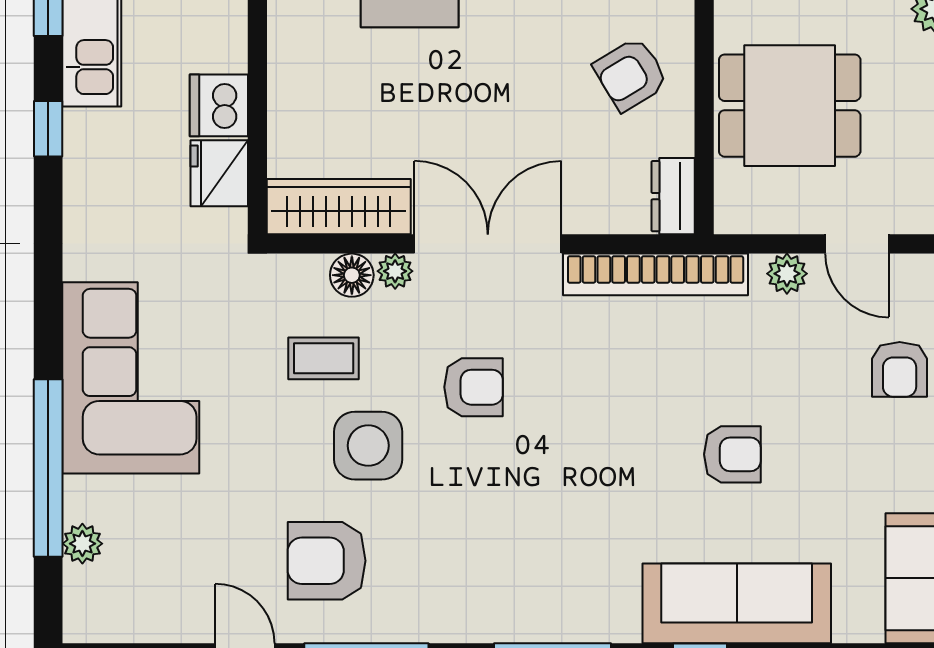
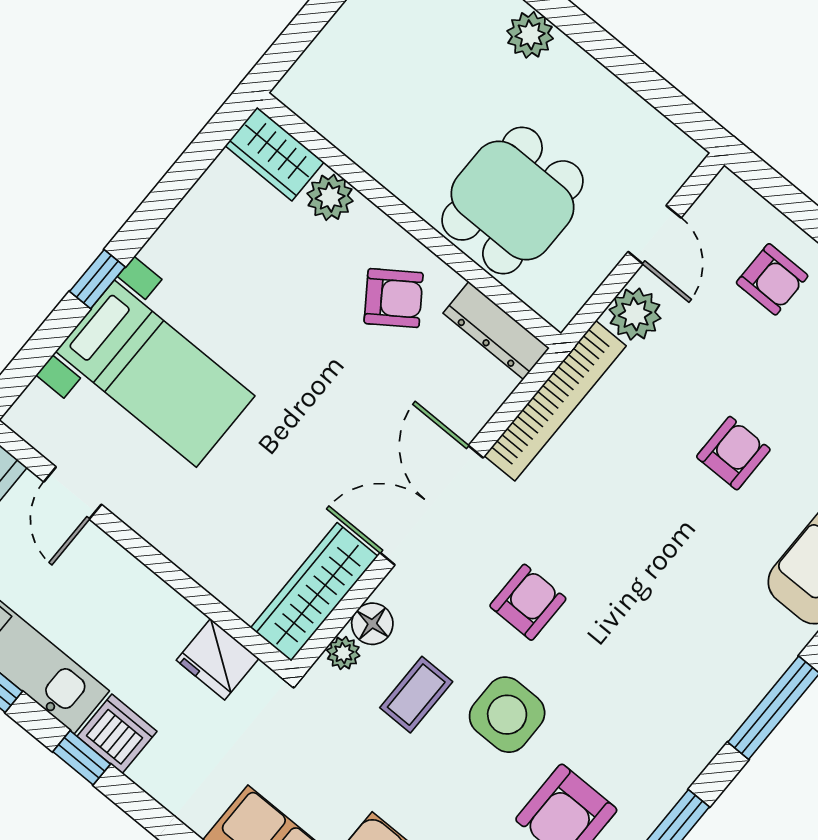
armchair: (631, 74) -> (394, 298), turned -94
dishwasher: (219, 105) -> (117, 734), moved, turned 180
dresser: (673, 196) -> (496, 330), width x1.44
door: (857, 244) -> (655, 235), hinge flipped
plant: (395, 271) -> (343, 653), moved
plant: (787, 274) -> (635, 314), width x1.38, depth x1.38

